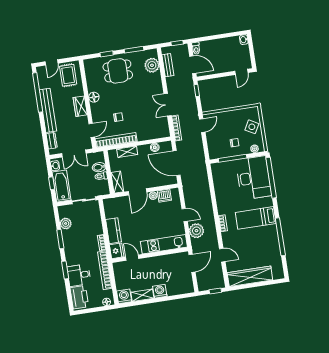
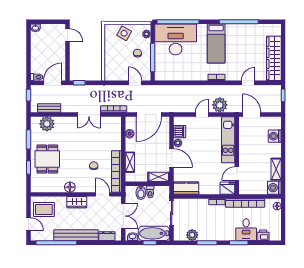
door: (202, 126) -> (135, 83), moved
kitchen counter: (114, 231) -> (186, 188), moved
washing machine: (160, 291) -> (275, 136), moved
printer: (79, 297) -> (263, 235), width x0.53, depth x0.68

